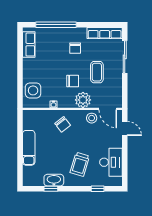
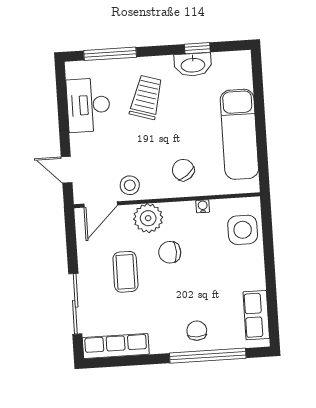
chair: (75, 48) -> (197, 331), moved
door: (108, 109) -> (101, 204), swing flipped
exam couch: (29, 148) -> (239, 134), width x1.36, depth x1.45
window: (98, 189) -> (110, 54), width x2.17

